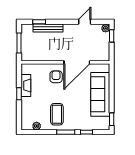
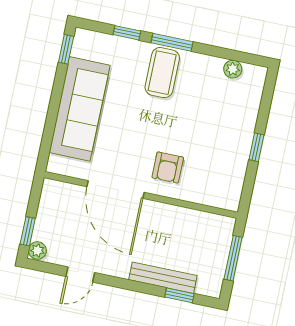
door: (77, 62) -> (116, 190), swing flipped
fireplace: (26, 85) -> (238, 162), removed
coffee table: (57, 114) -> (162, 73), moved

